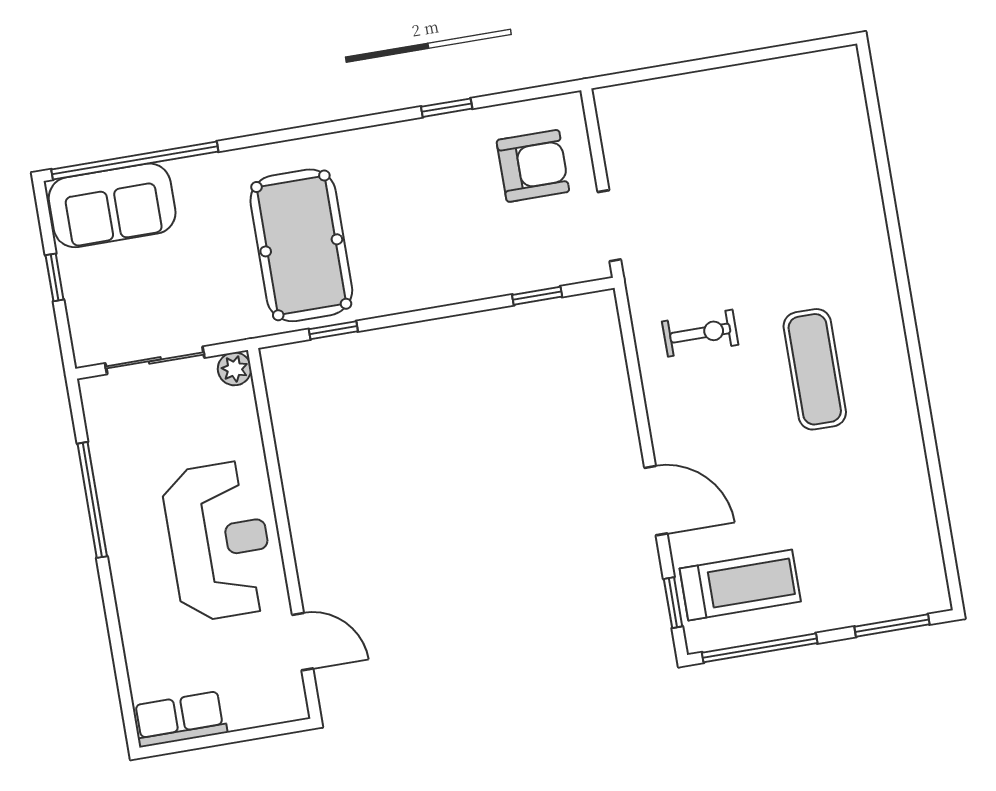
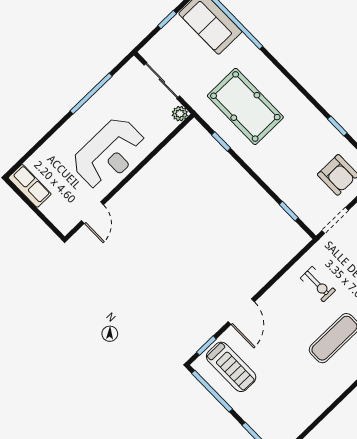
pool table: (301, 245) -> (245, 106), turned 90

